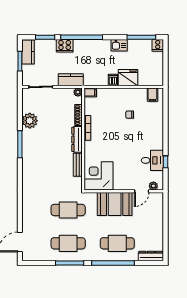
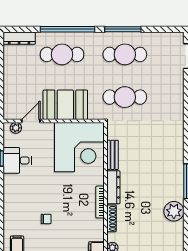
corner desk: (99, 176) -> (79, 147), width x1.36, depth x1.36

